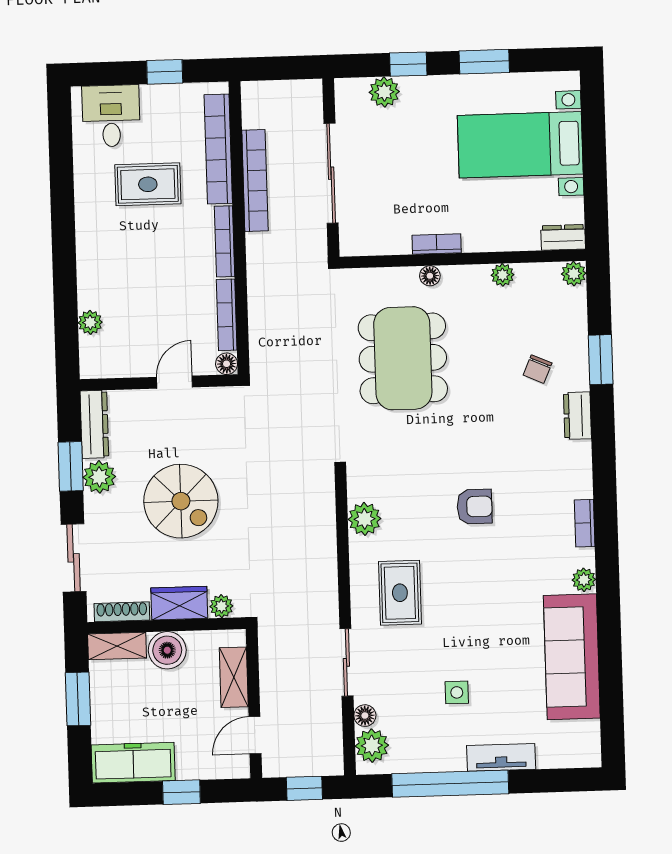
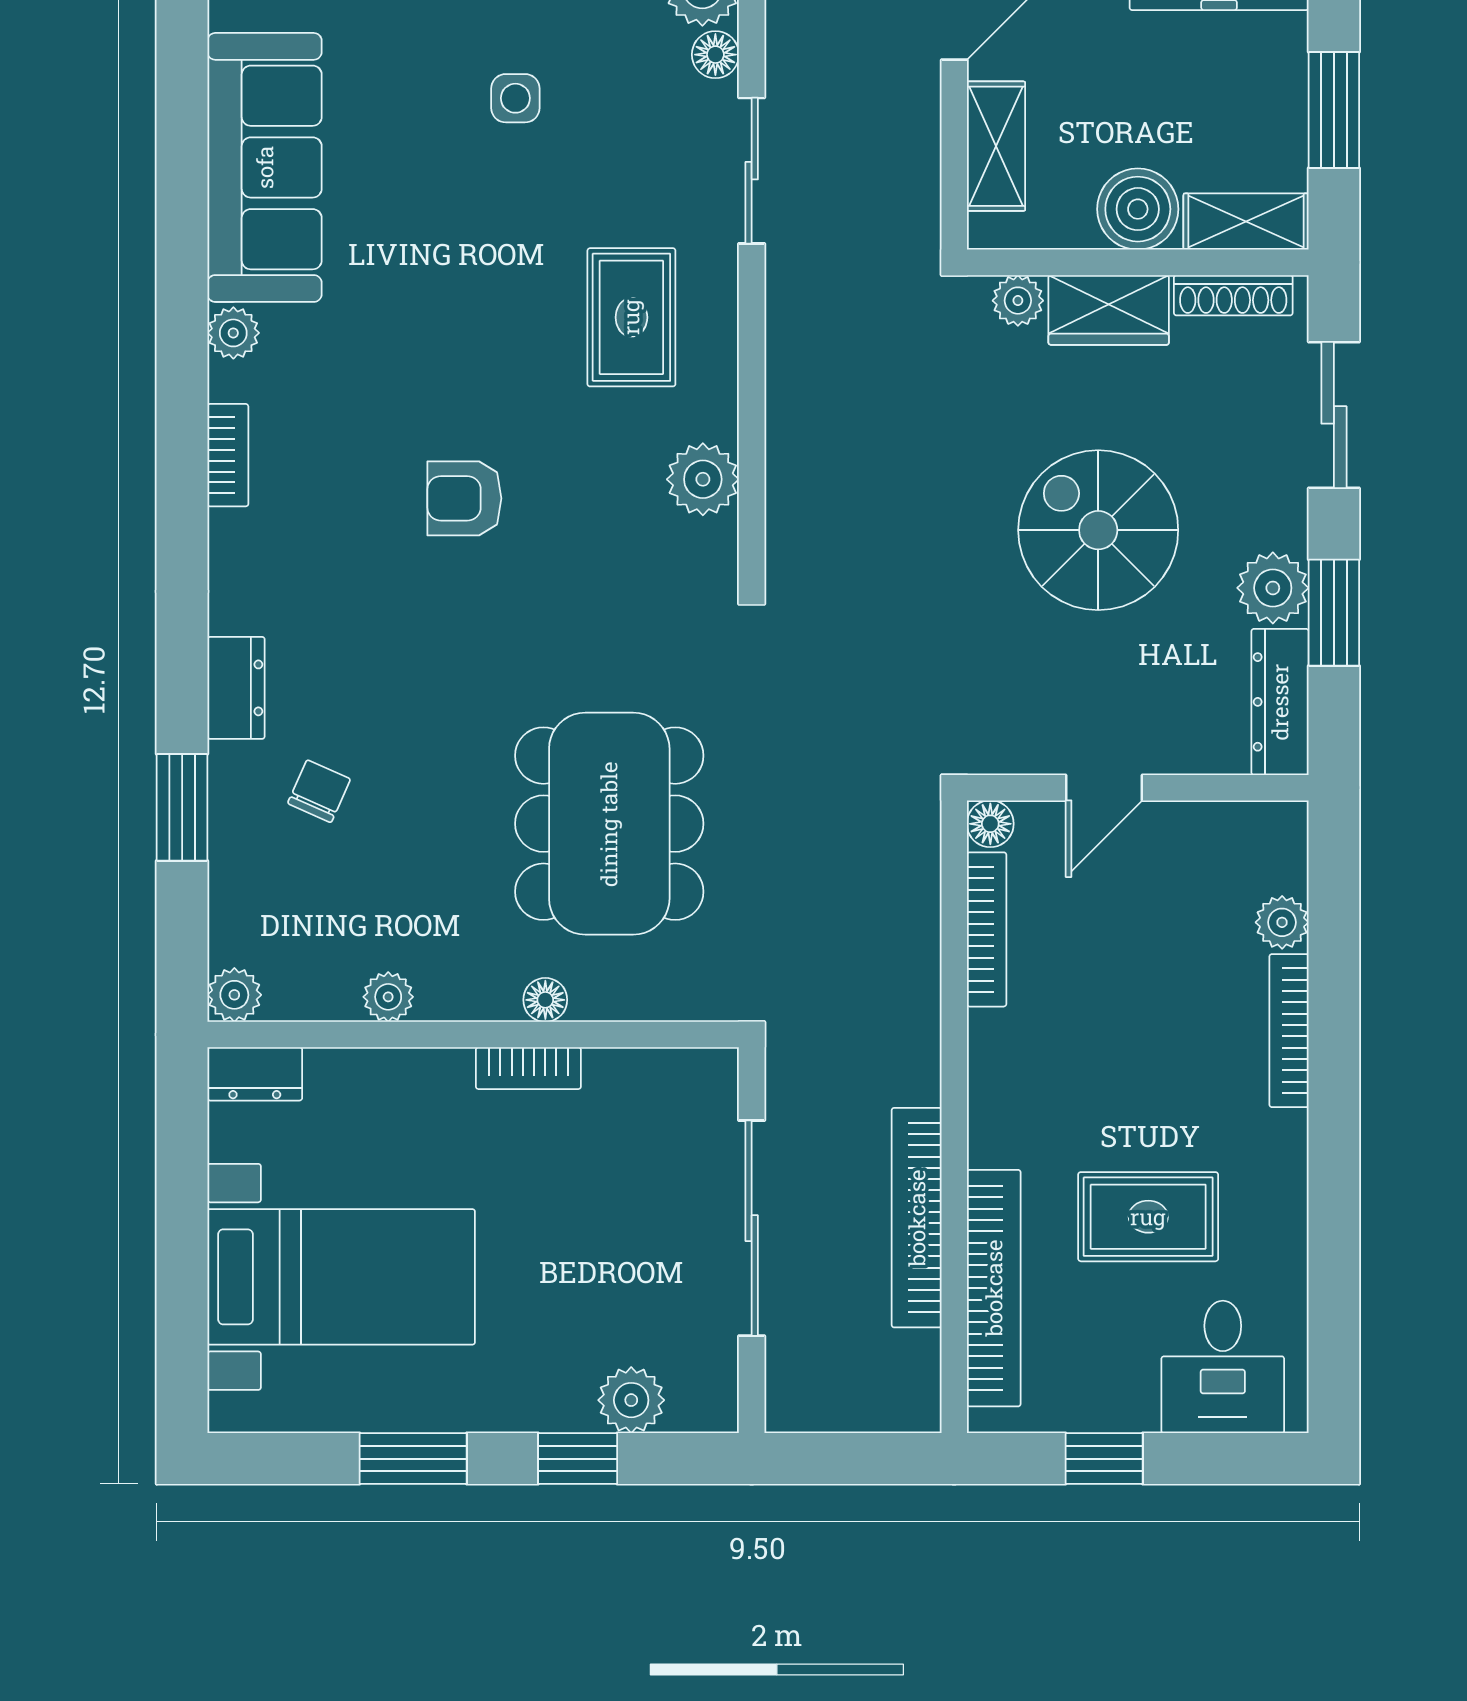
bookcase: (224, 241) -> (1289, 1031), moved, turned 180

